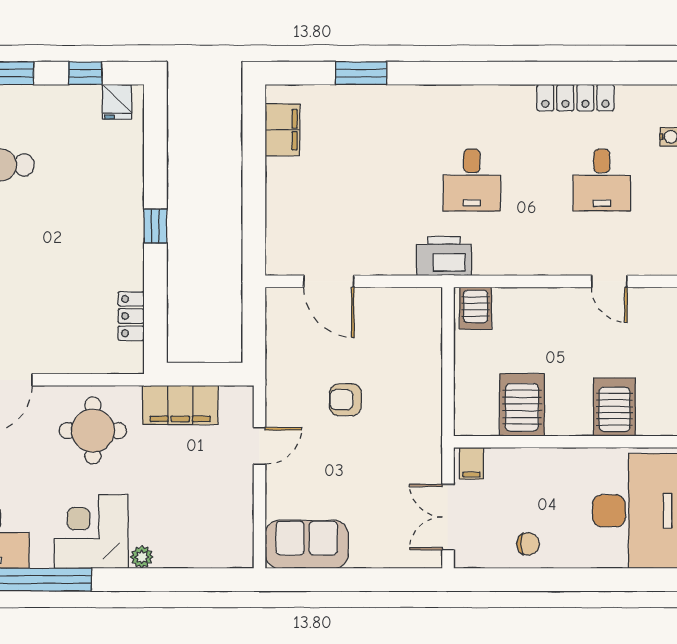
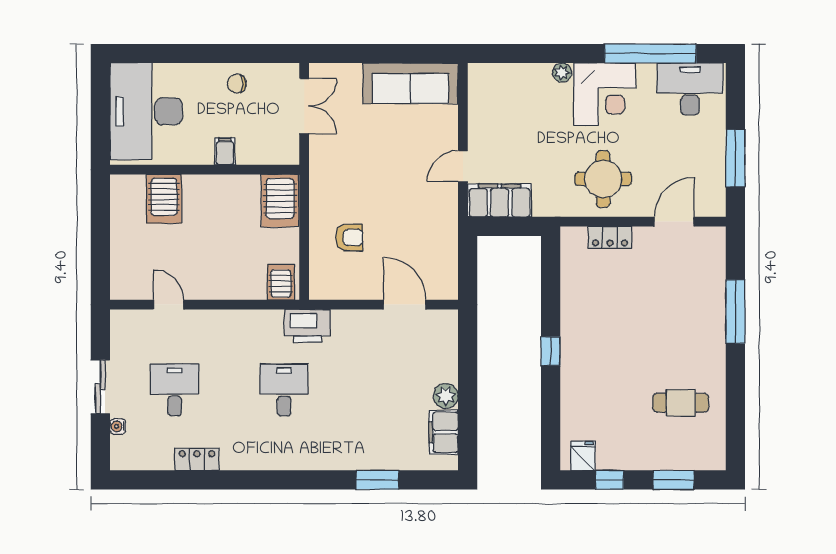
locker: (575, 98) -> (197, 459), width x0.66
plant: (280, 173) -> (446, 396), added
locker: (131, 316) -> (610, 237), moved, turned 90
armchair: (345, 400) -> (349, 237), moved
filing cabinet: (180, 405) -> (500, 200), moved
server rack: (522, 405) -> (280, 201), moved
filing cabinet: (471, 463) -> (225, 151), moved
sofa: (307, 544) -> (411, 83), width x1.36

